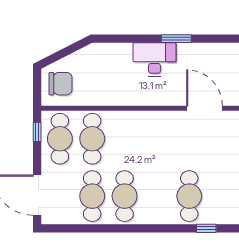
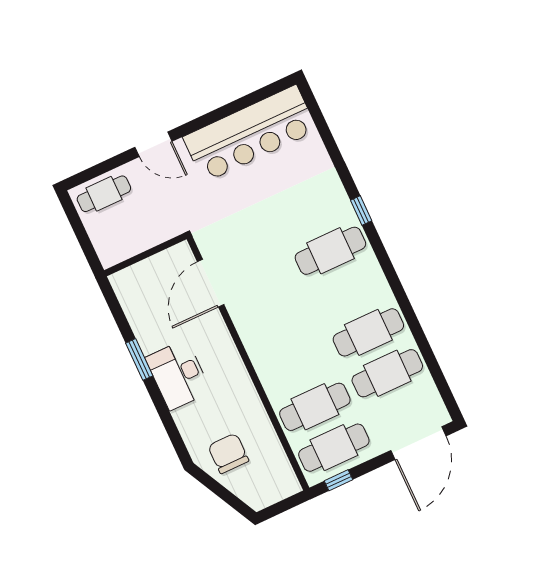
chair: (61, 84) -> (228, 453), moved

